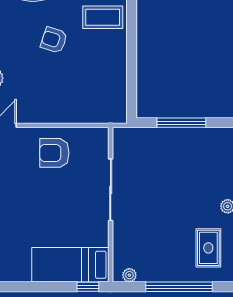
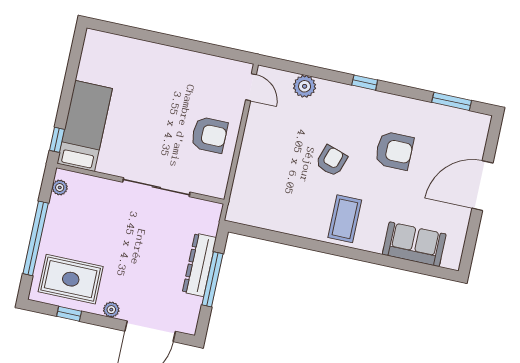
dresser: (171, 137) -> (199, 265), added
armchair: (54, 153) -> (209, 135), turned 90
rug: (208, 248) -> (71, 279), width x1.36, depth x1.43

